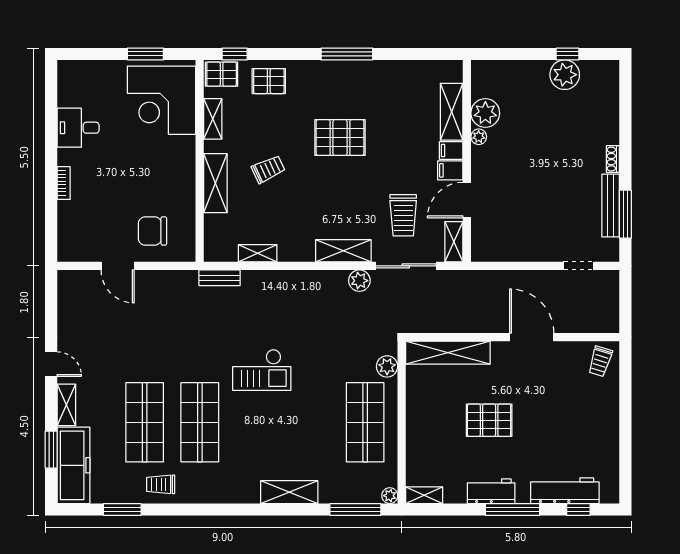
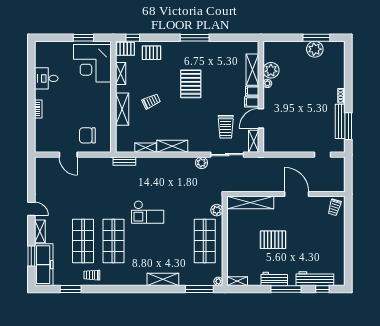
window: (567, 54) -> (316, 38), width x2.17
pallet: (340, 138) -> (191, 84), turned 90
shelving: (343, 251) -> (172, 146), moved

